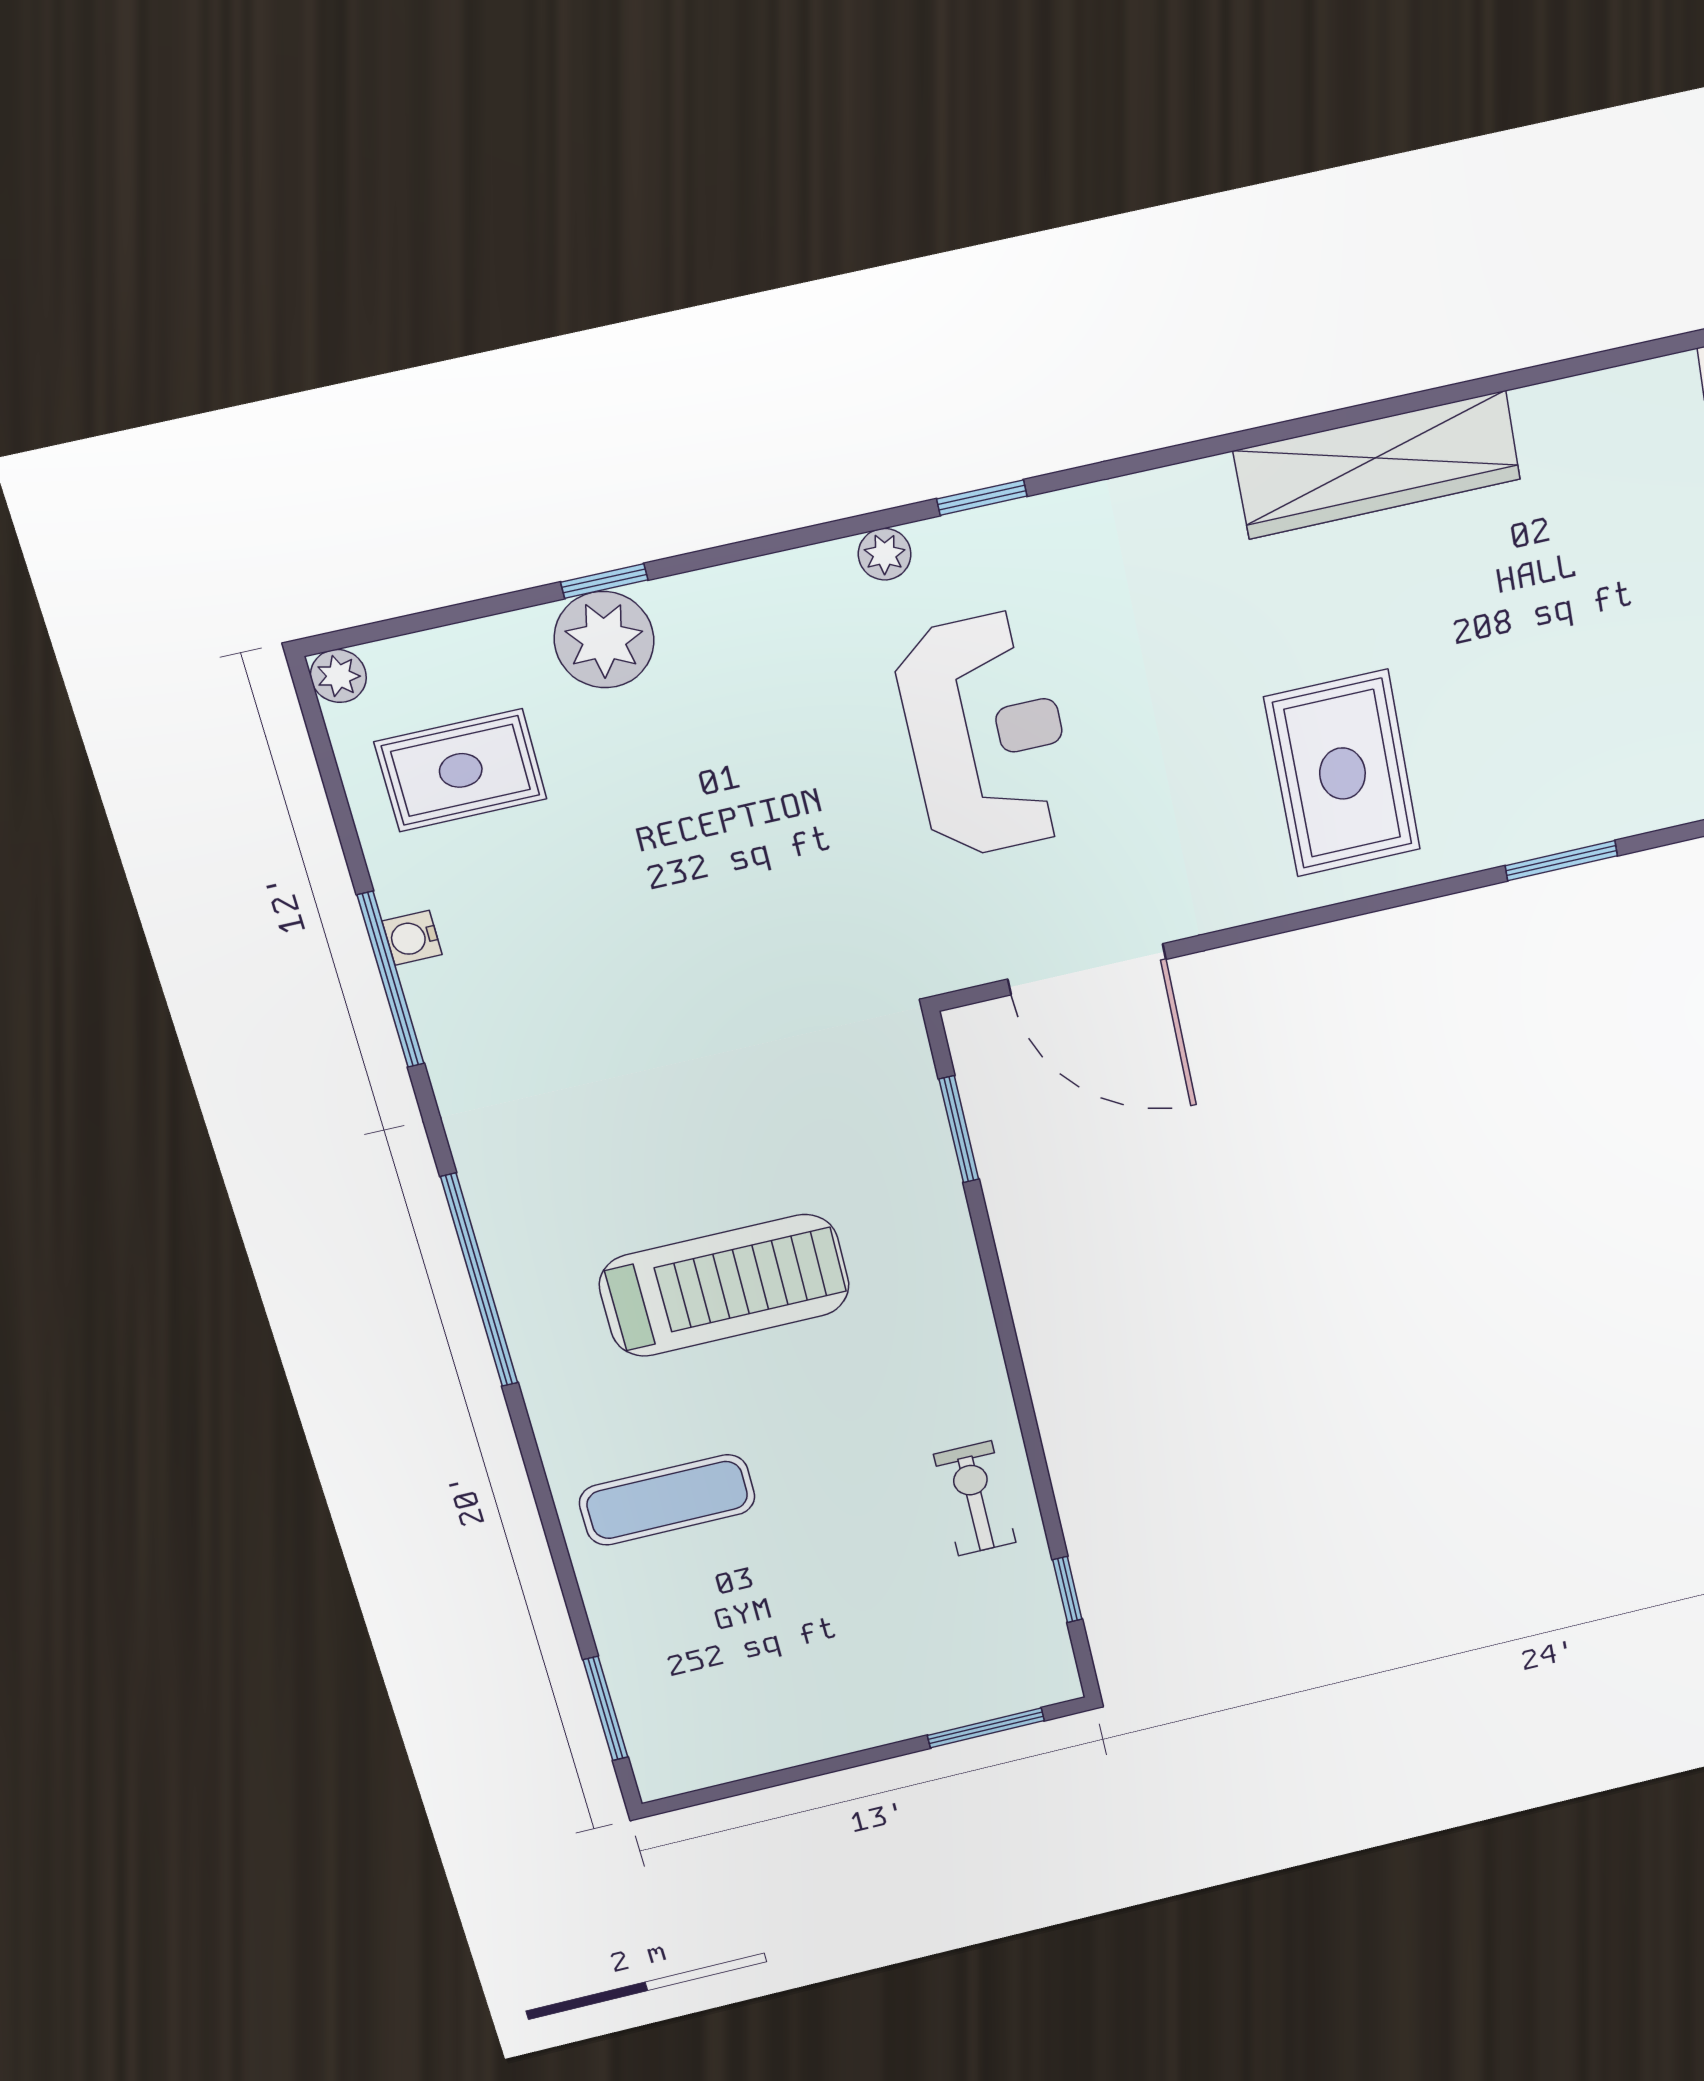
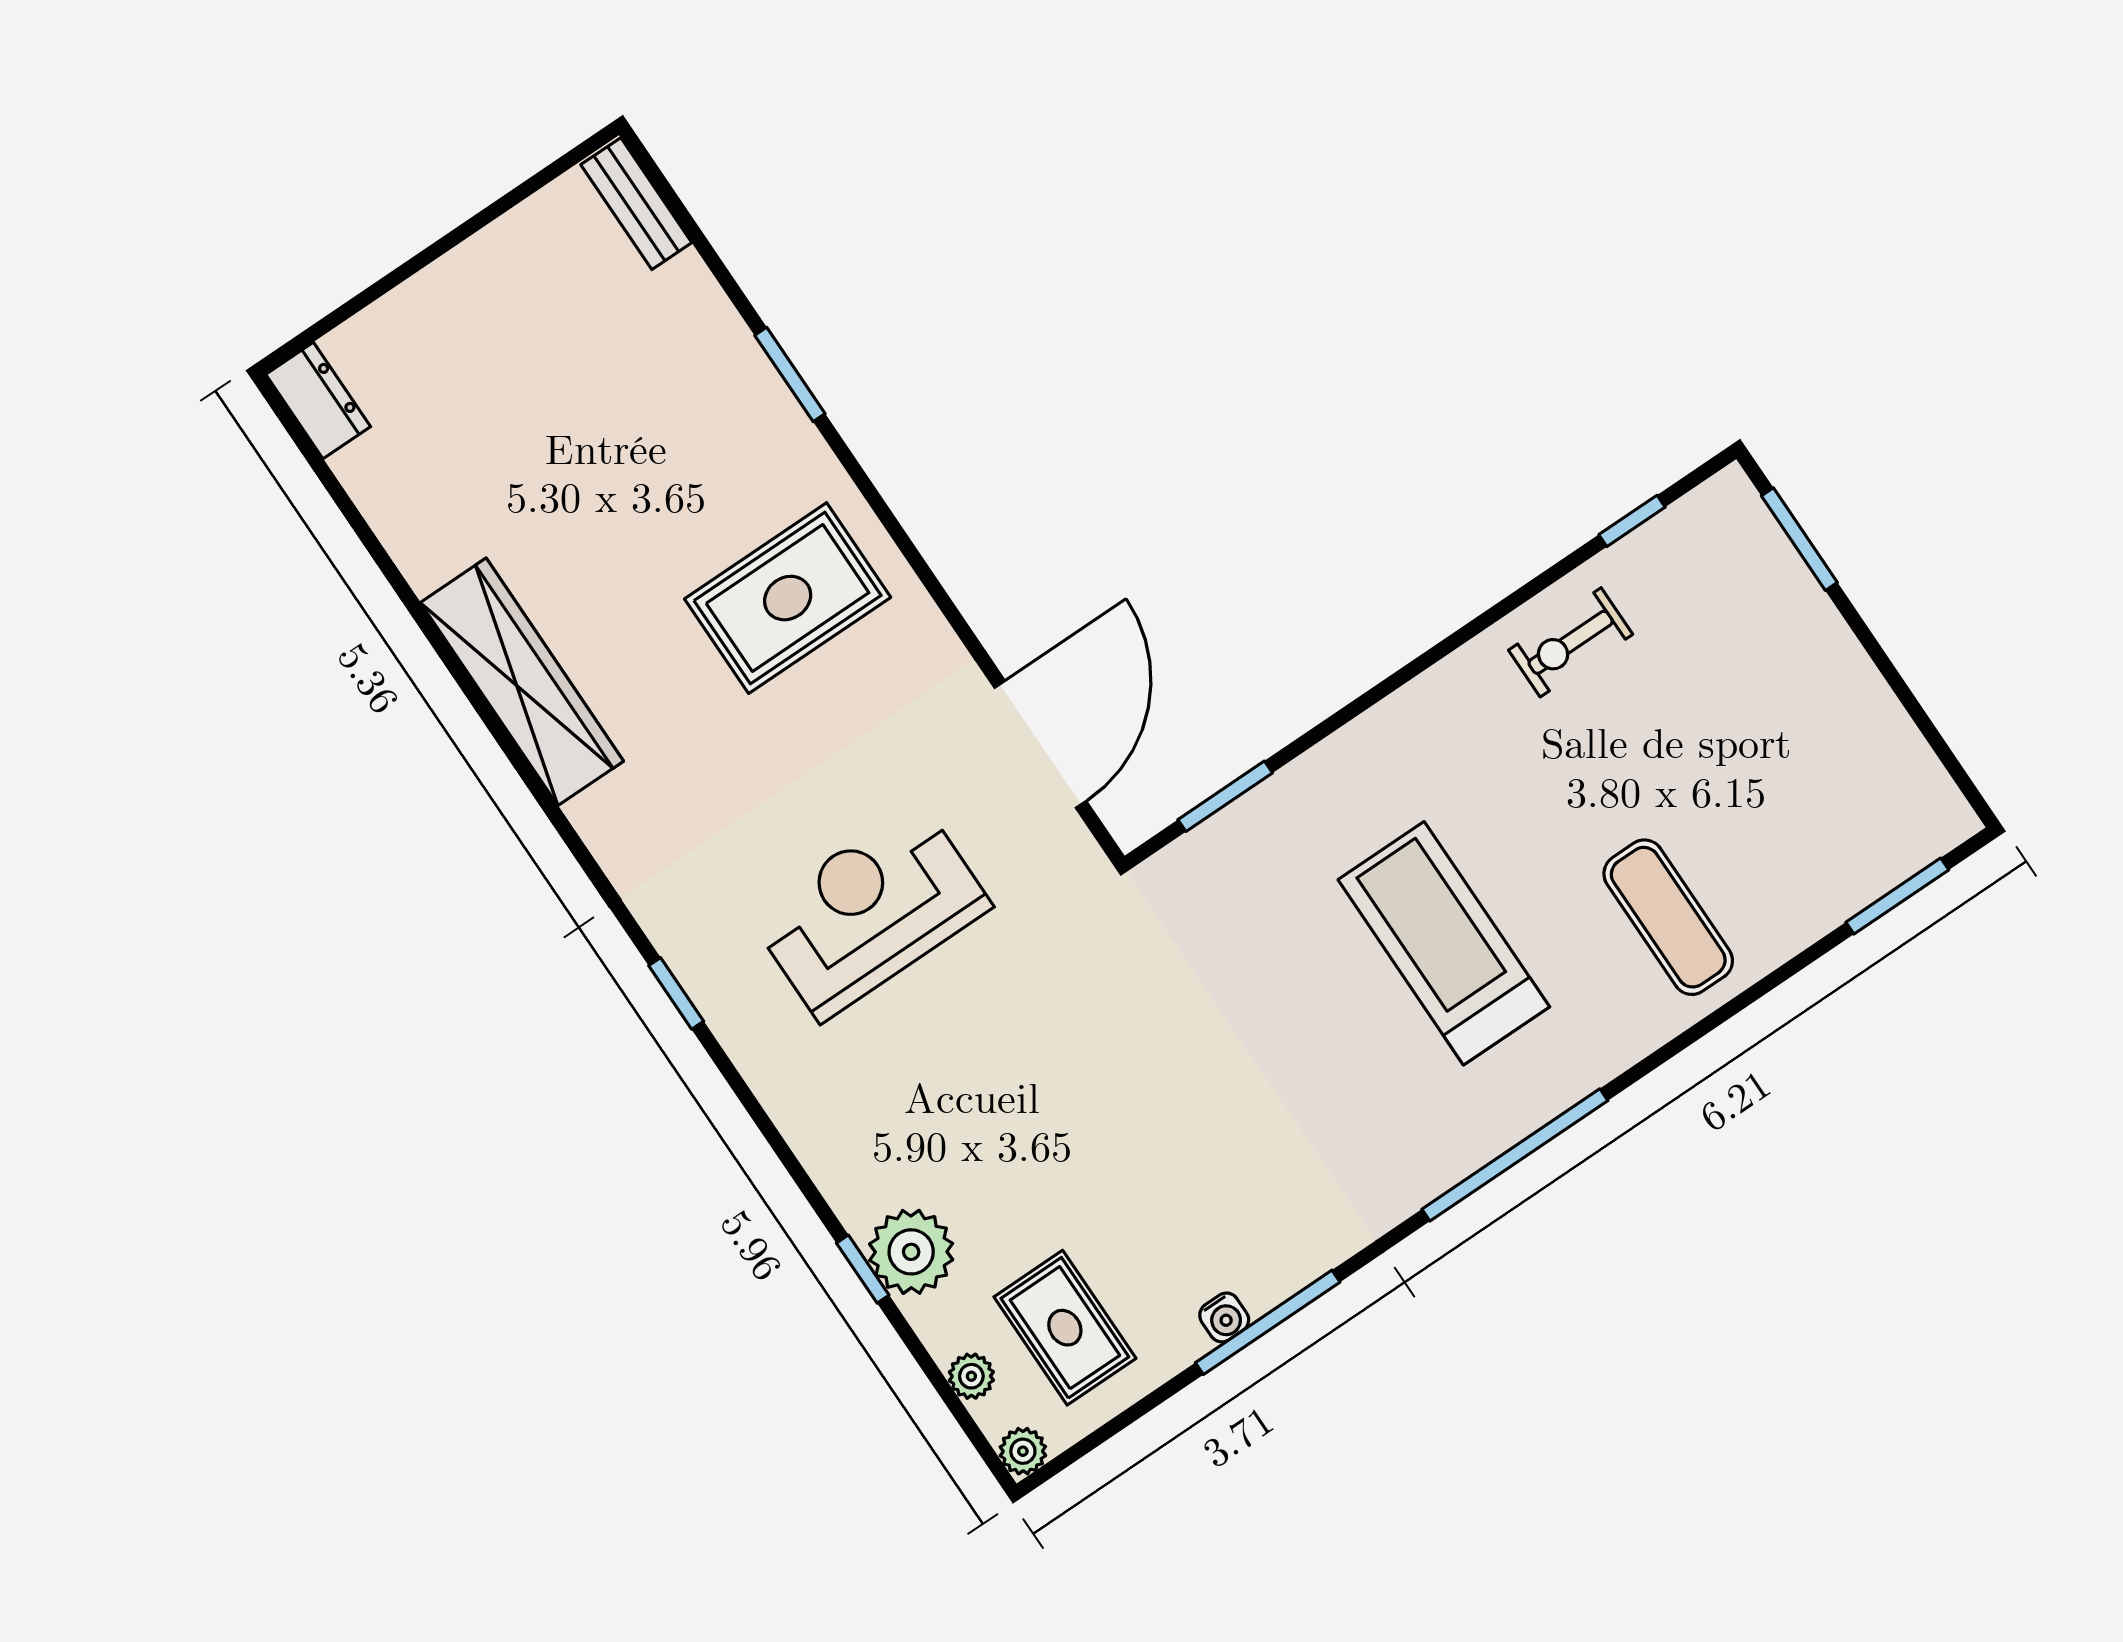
plant: (885, 554) -> (971, 1376), moved

